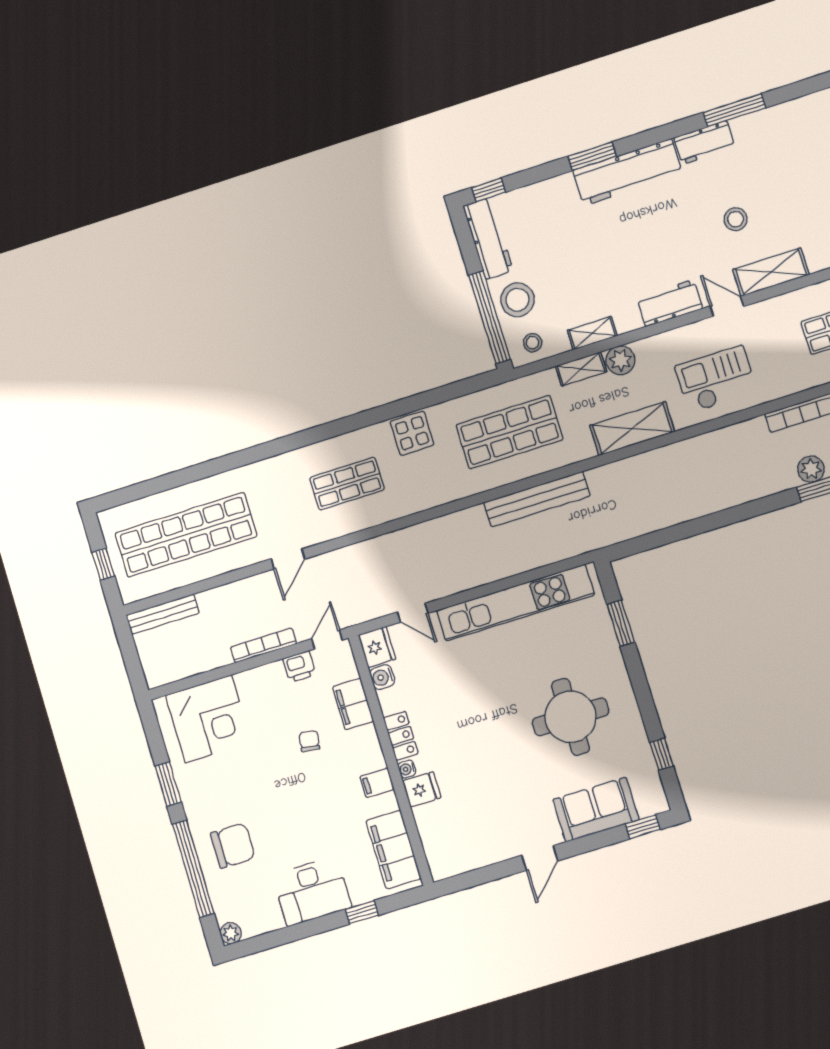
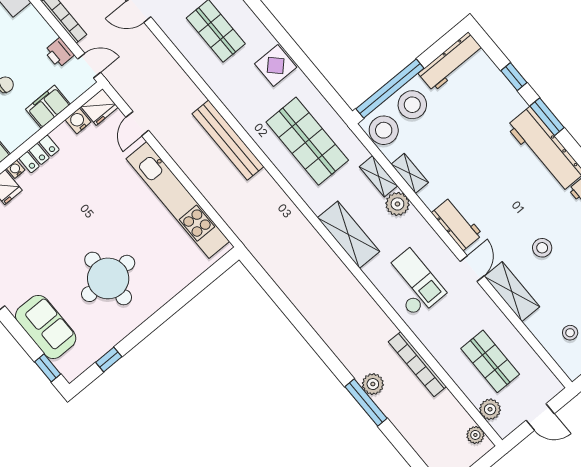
window: (489, 190) -> (514, 77), moved
stool: (533, 343) -> (384, 130), width x1.89, depth x1.89
bench: (537, 499) -> (228, 140), moved
window: (621, 623) -> (195, 288), removed

